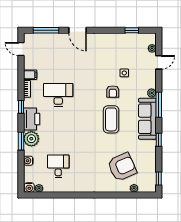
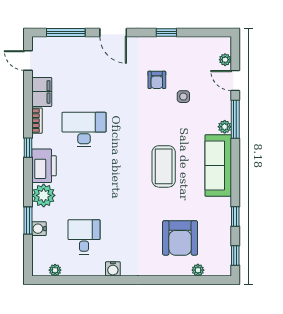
window: (132, 30) -> (166, 32), moved
door: (159, 62) -> (235, 81), swing flipped
filing cabinet: (30, 75) -> (42, 92), width x2.00
armchair: (113, 92) -> (157, 80), moved
window: (159, 105) -> (235, 119), moved
window: (159, 140) -> (235, 217), moved
window: (21, 141) -> (28, 221), moved
armchair: (122, 167) -> (180, 238), turned 114
water cooler: (29, 188) -> (113, 269), moved

